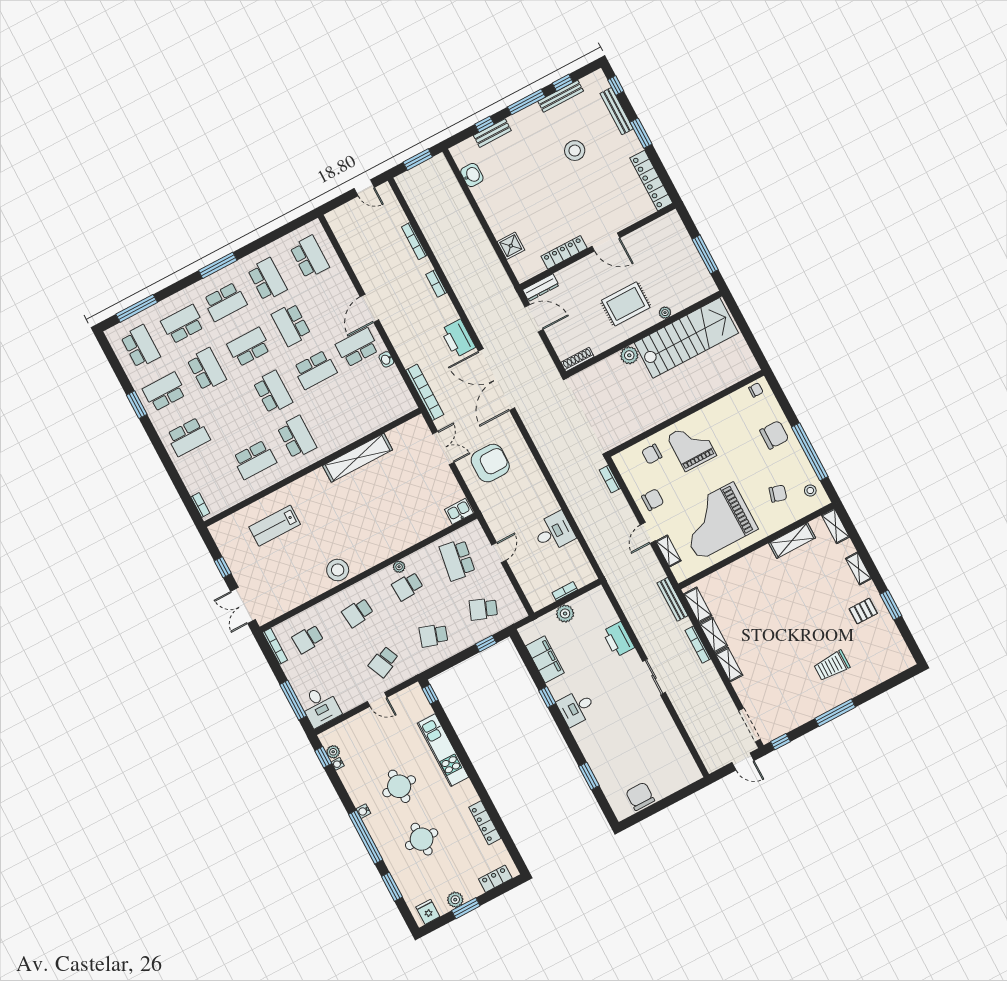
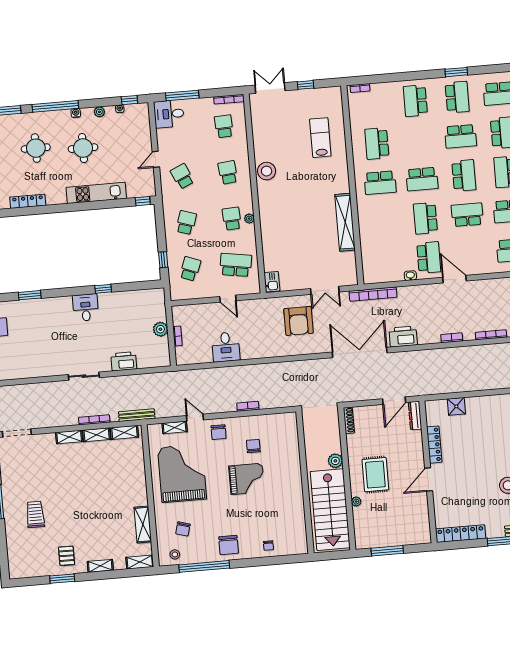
wall: (686, 413) -> (305, 482), moved
filing cabinet: (545, 659) -> (132, 299), removed
plant: (333, 752) -> (99, 112), moved

